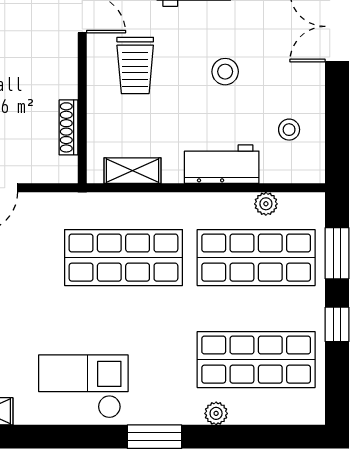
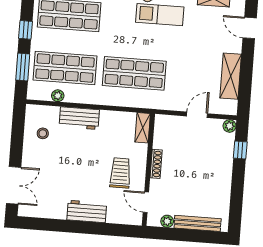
stool: (225, 72) -> (74, 166), removed
shoe rack: (68, 127) -> (156, 164), moved
shelving: (132, 171) -> (143, 128), moved, turned 90

